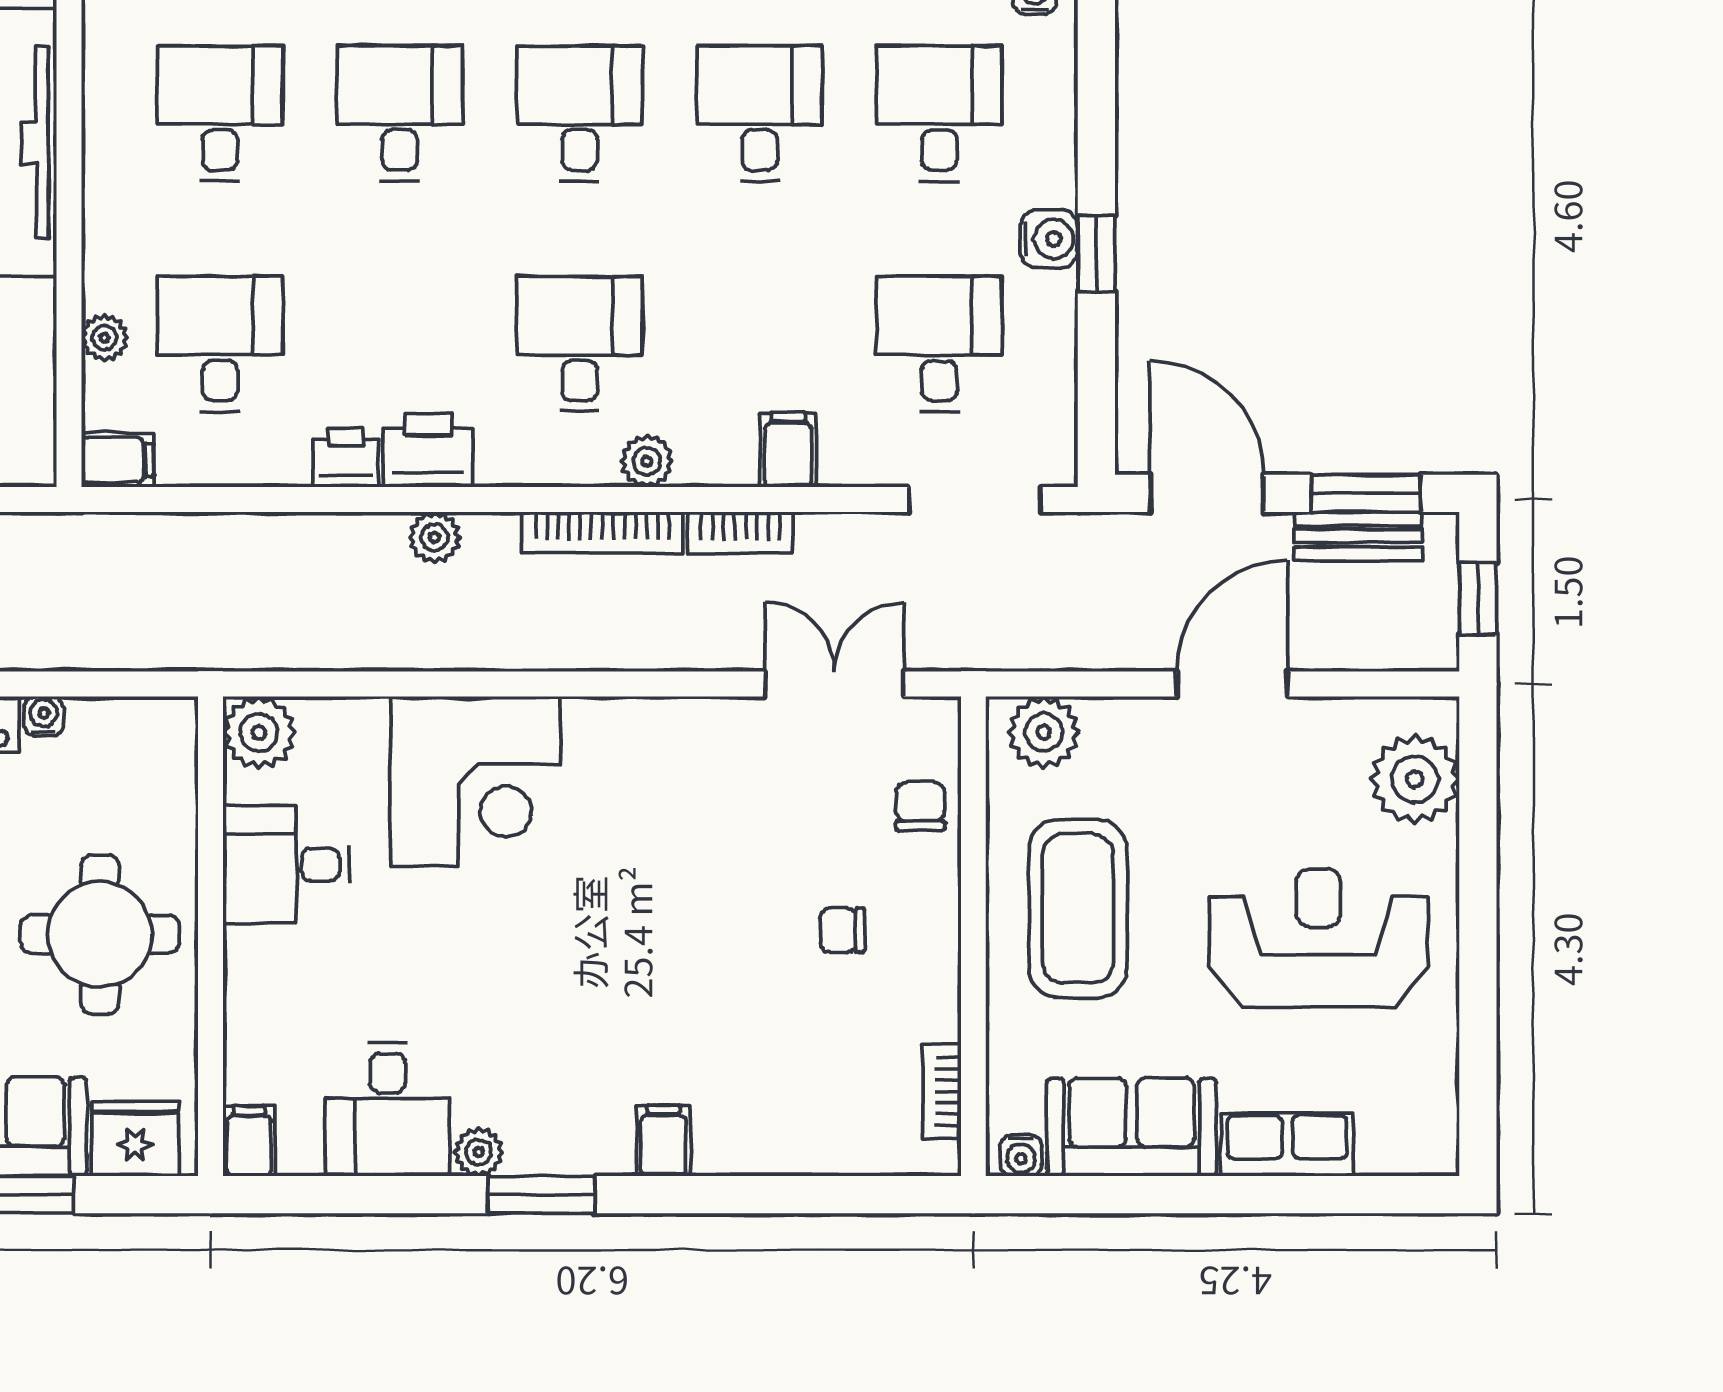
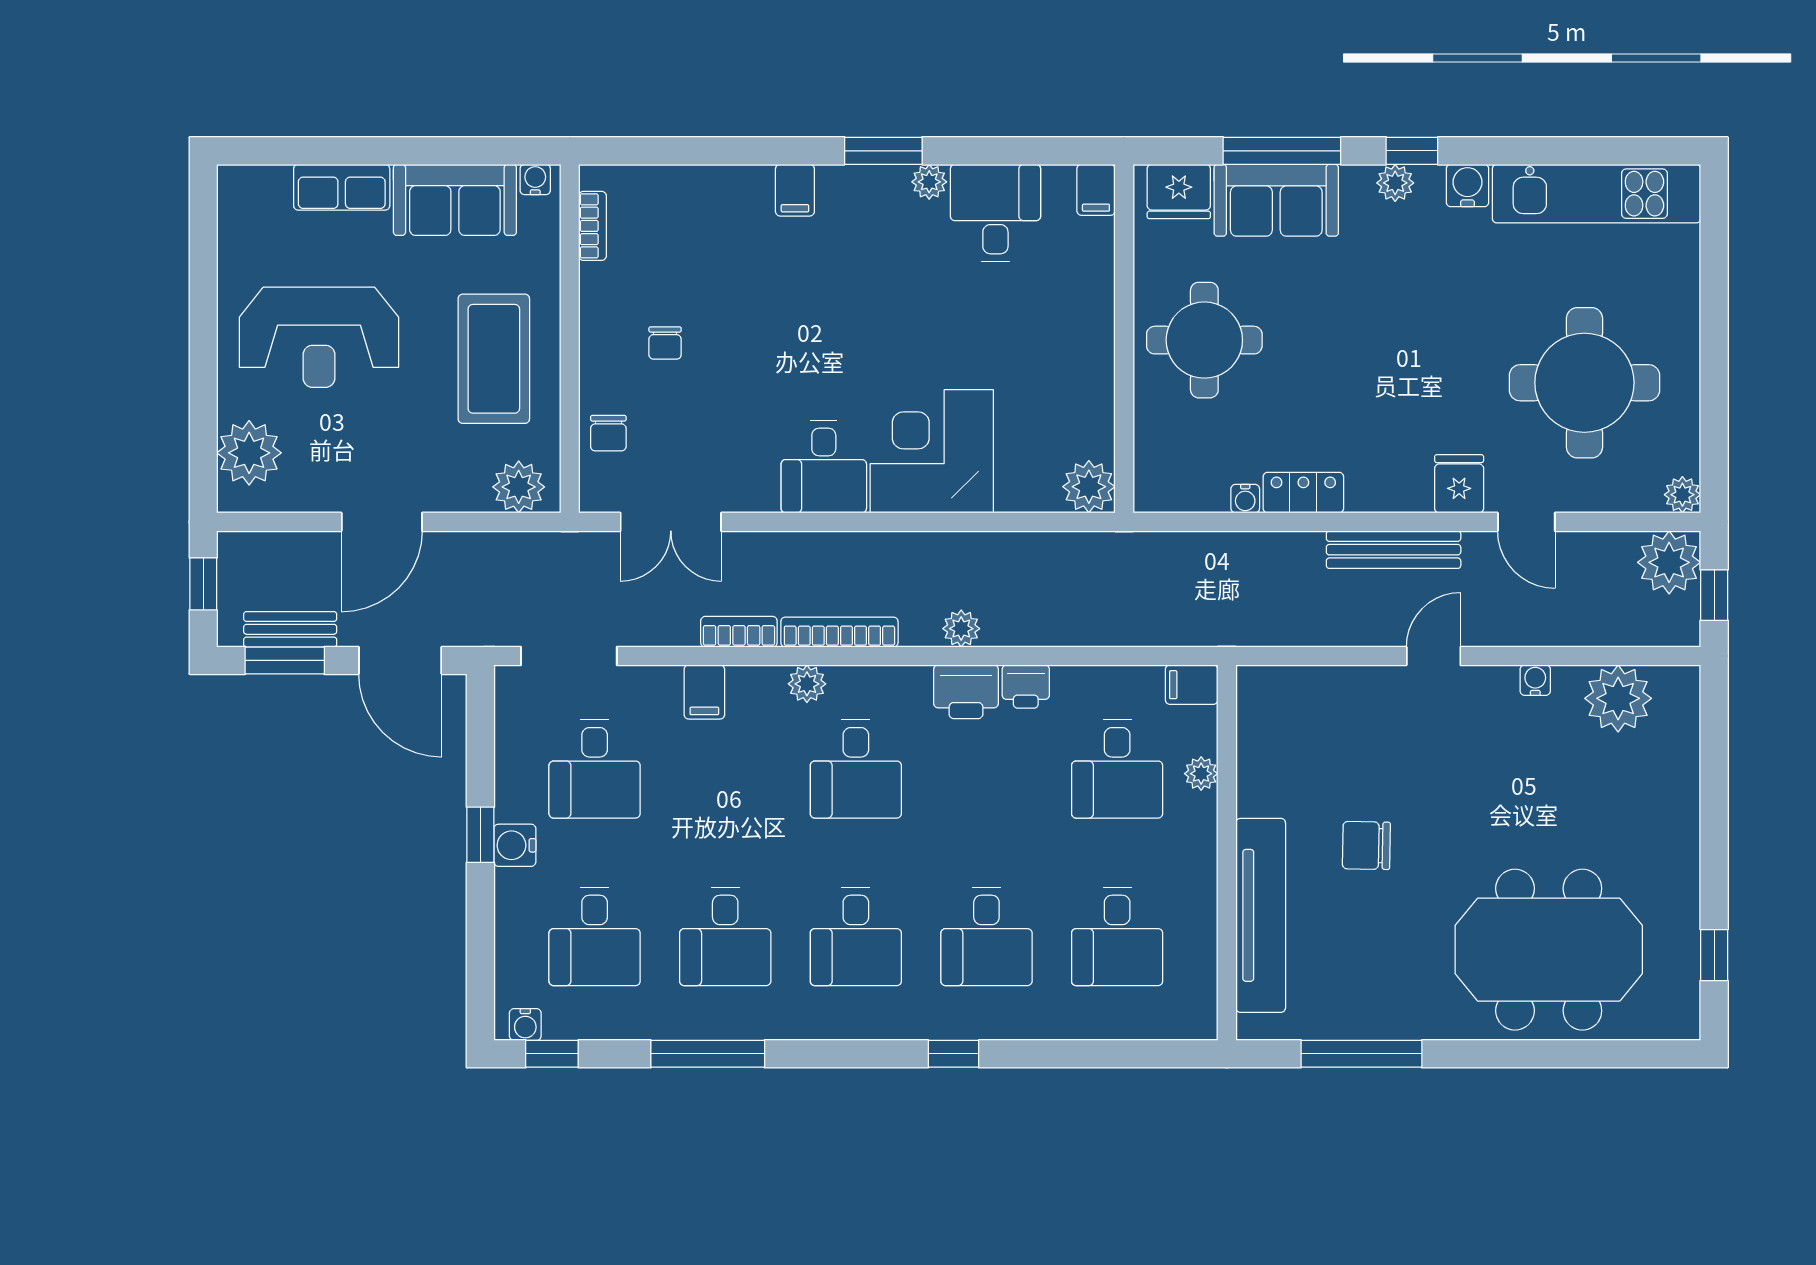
desk: (286, 865) -> (824, 467), moved, turned 90
chair: (842, 930) -> (665, 343), turned 90

